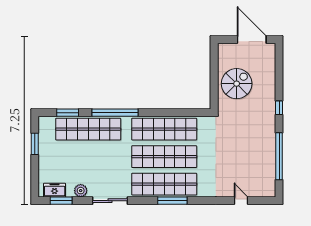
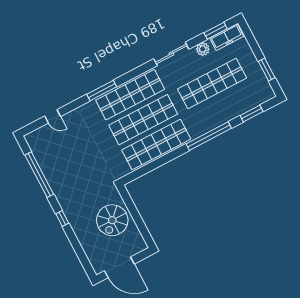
shop shelf: (88, 129) -> (212, 83), moved
freezer: (55, 190) -> (227, 37), width x1.40
window: (172, 201) -> (102, 91), moved

